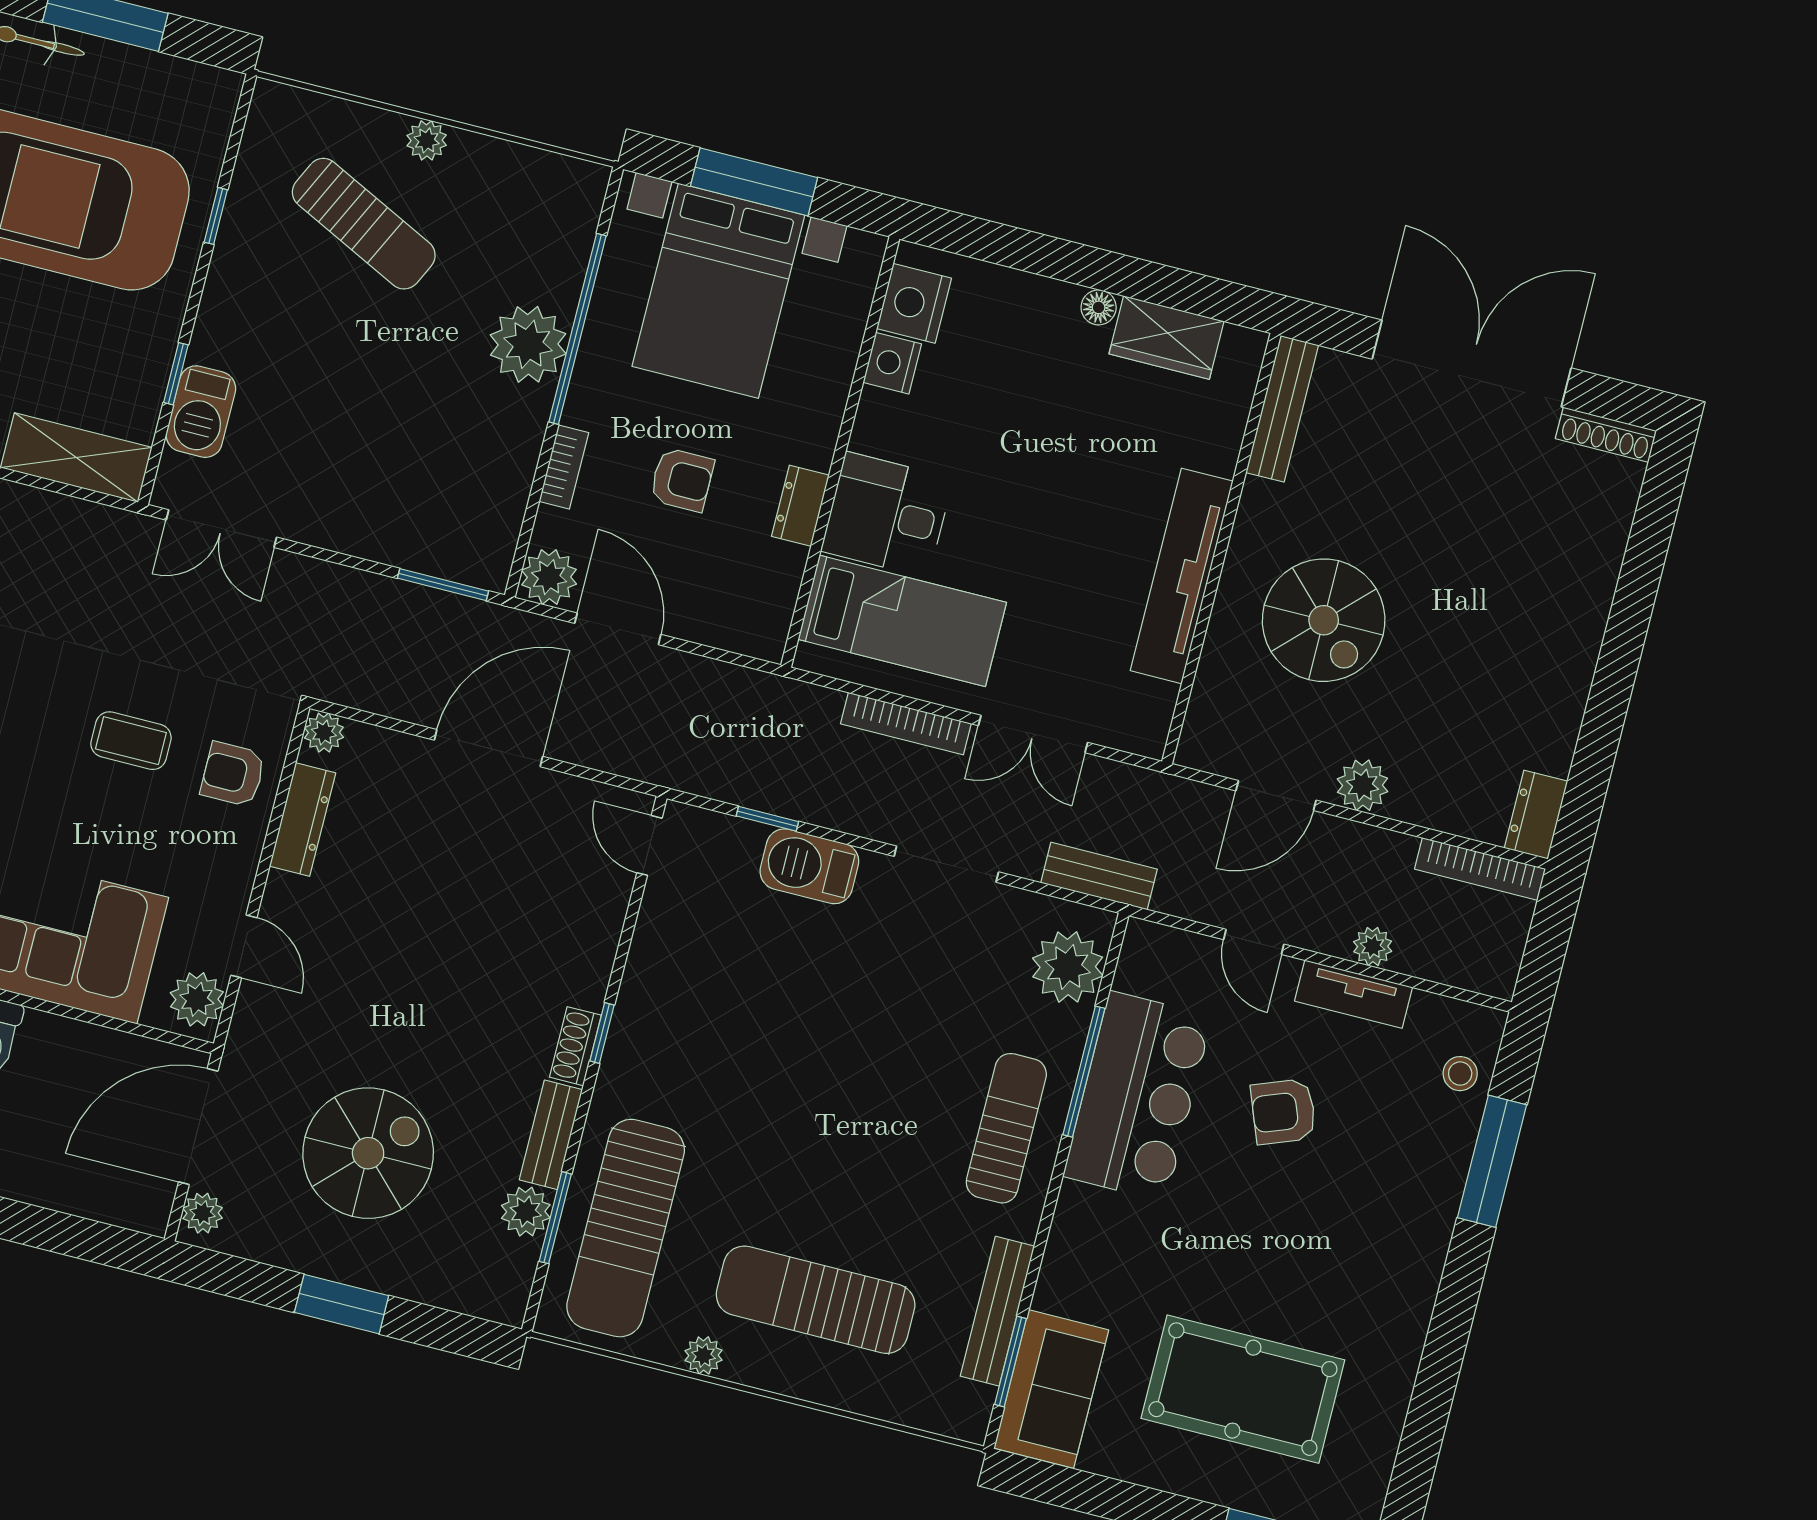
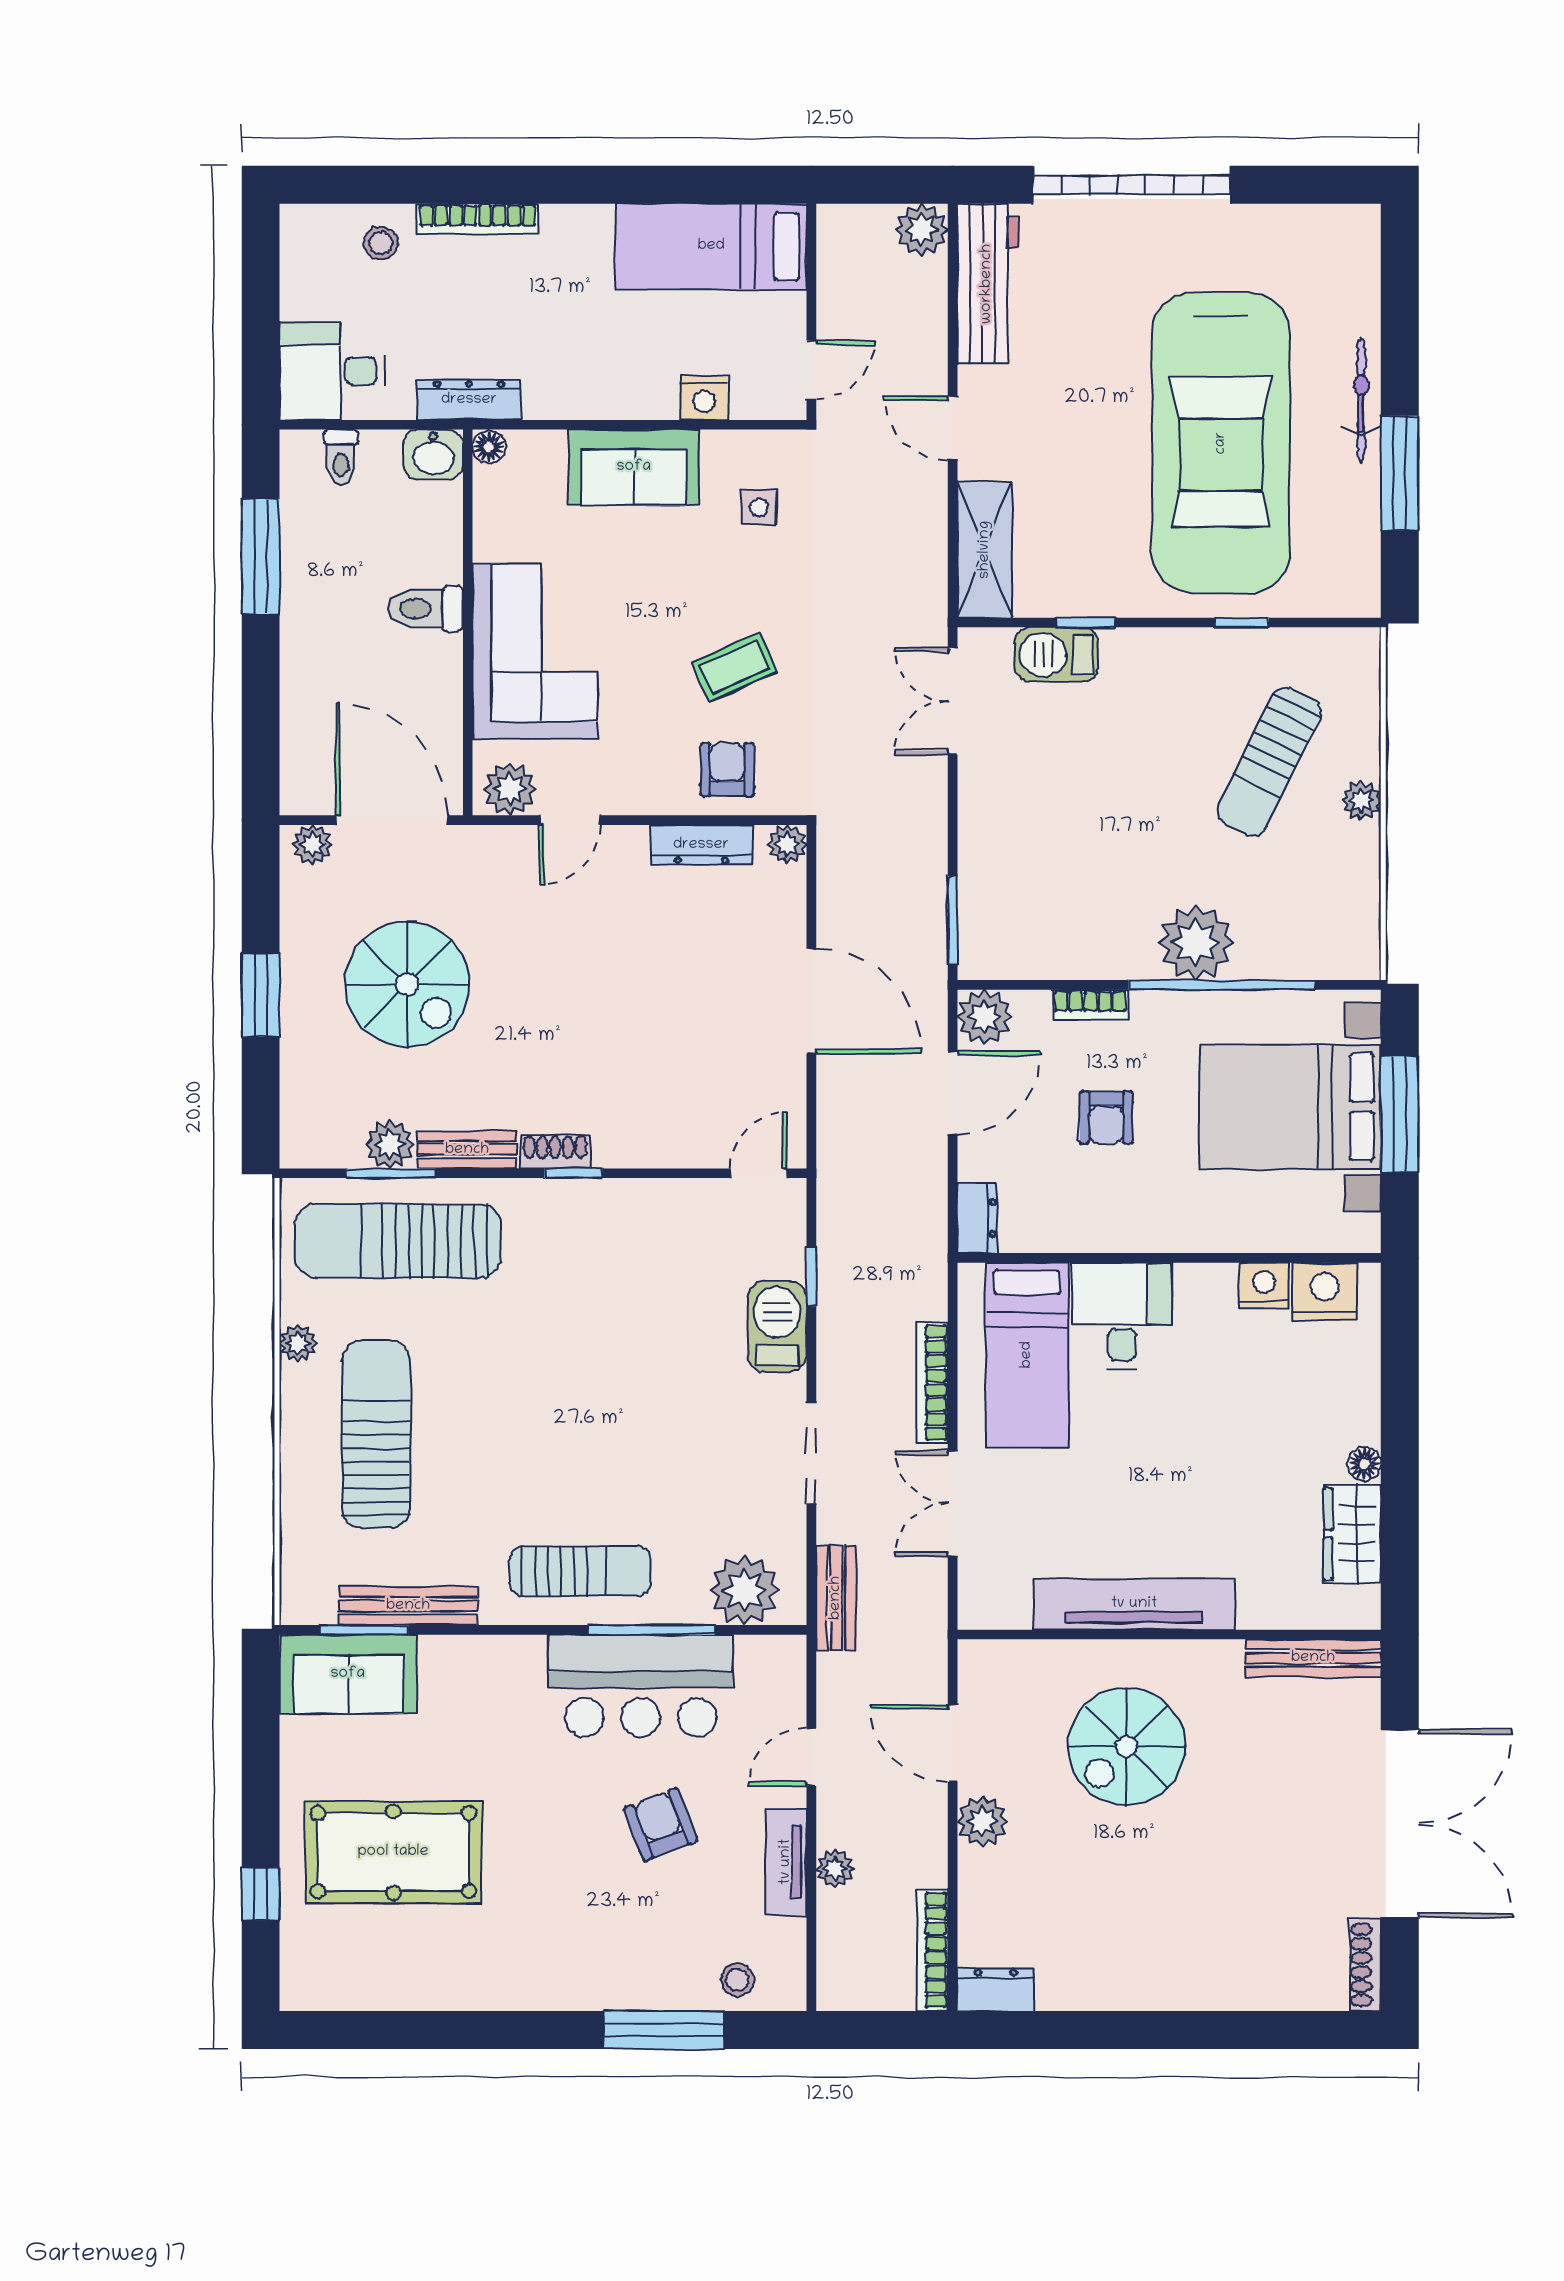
dresser: (800, 506) -> (977, 1218), moved, turned 90
coffee table: (131, 741) -> (734, 667), turned 66
pool table: (1243, 1389) -> (393, 1852), turned 90

